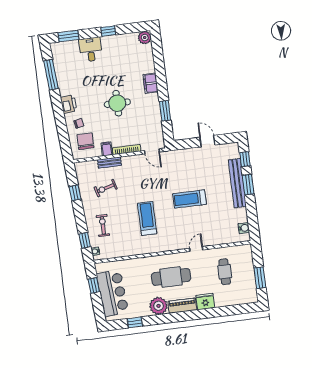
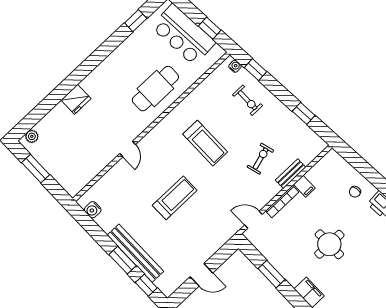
chair: (85, 141) -> (334, 178), removed
exercise bike: (106, 188) -> (260, 159), moved
cafe table: (225, 272) -> (79, 147), removed
cafe table: (171, 277) -> (155, 89), moved
plant: (159, 306) -> (32, 136), moved, width x0.53, depth x0.53
piano: (182, 306) -> (98, 77), removed

